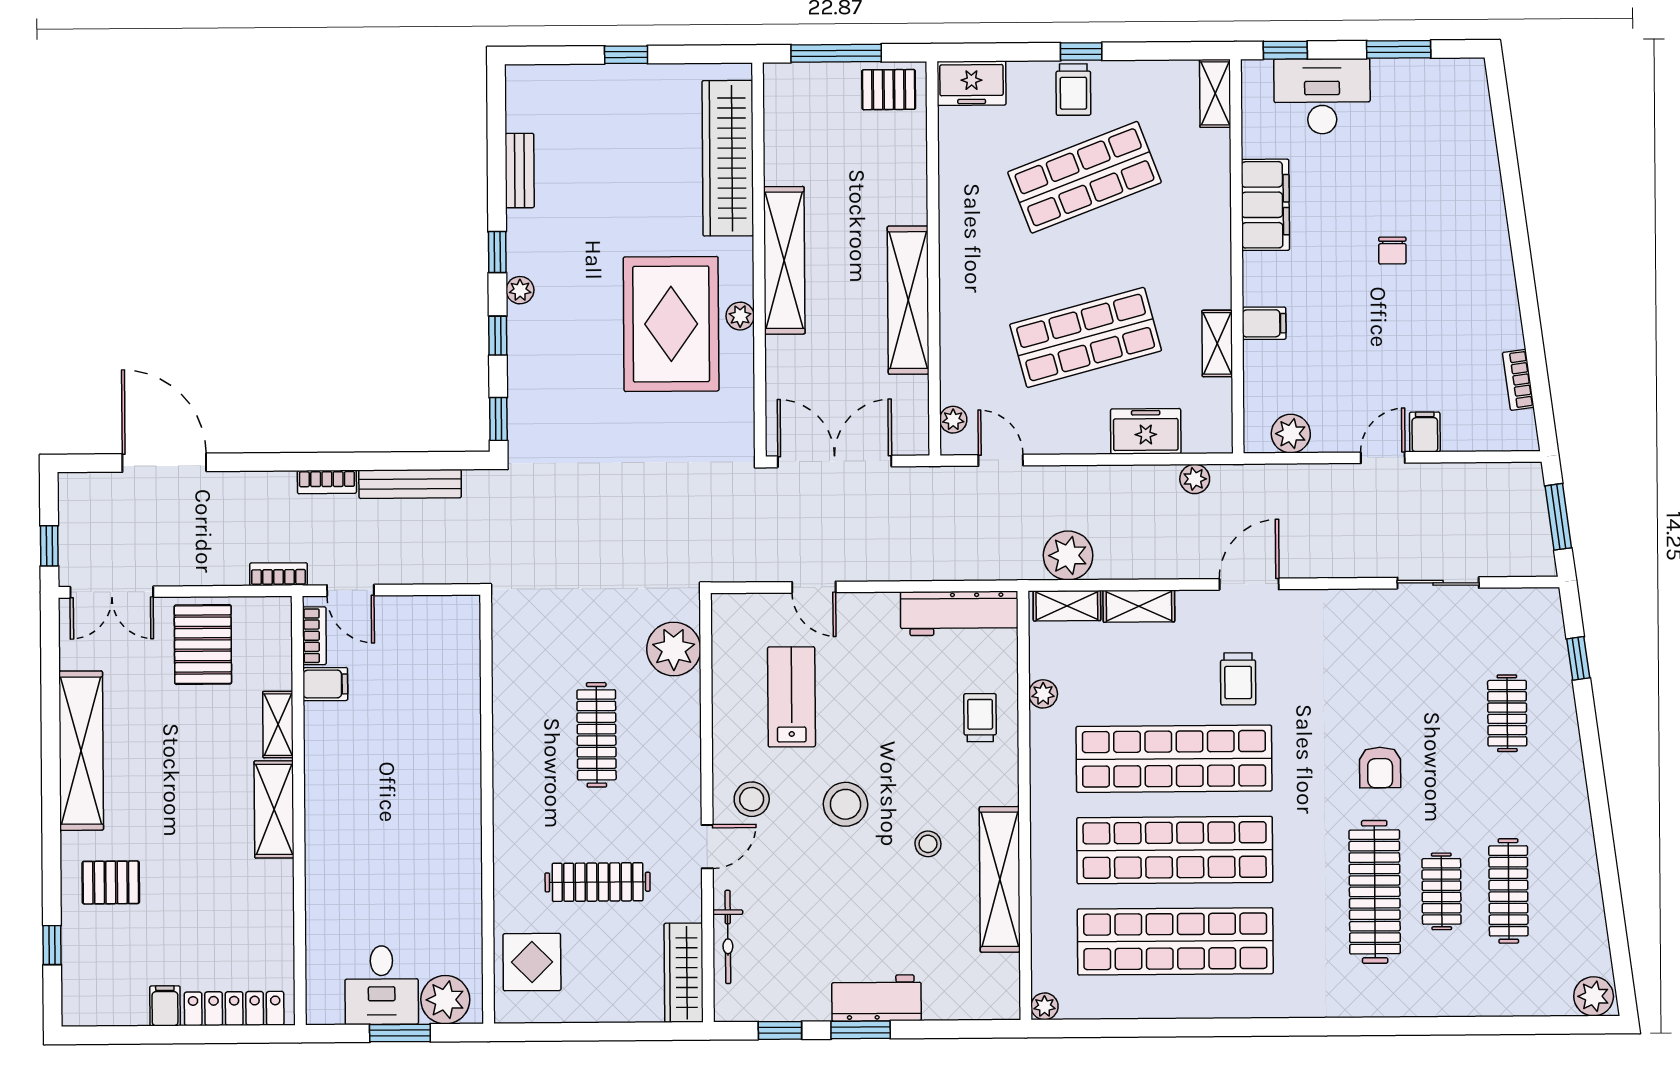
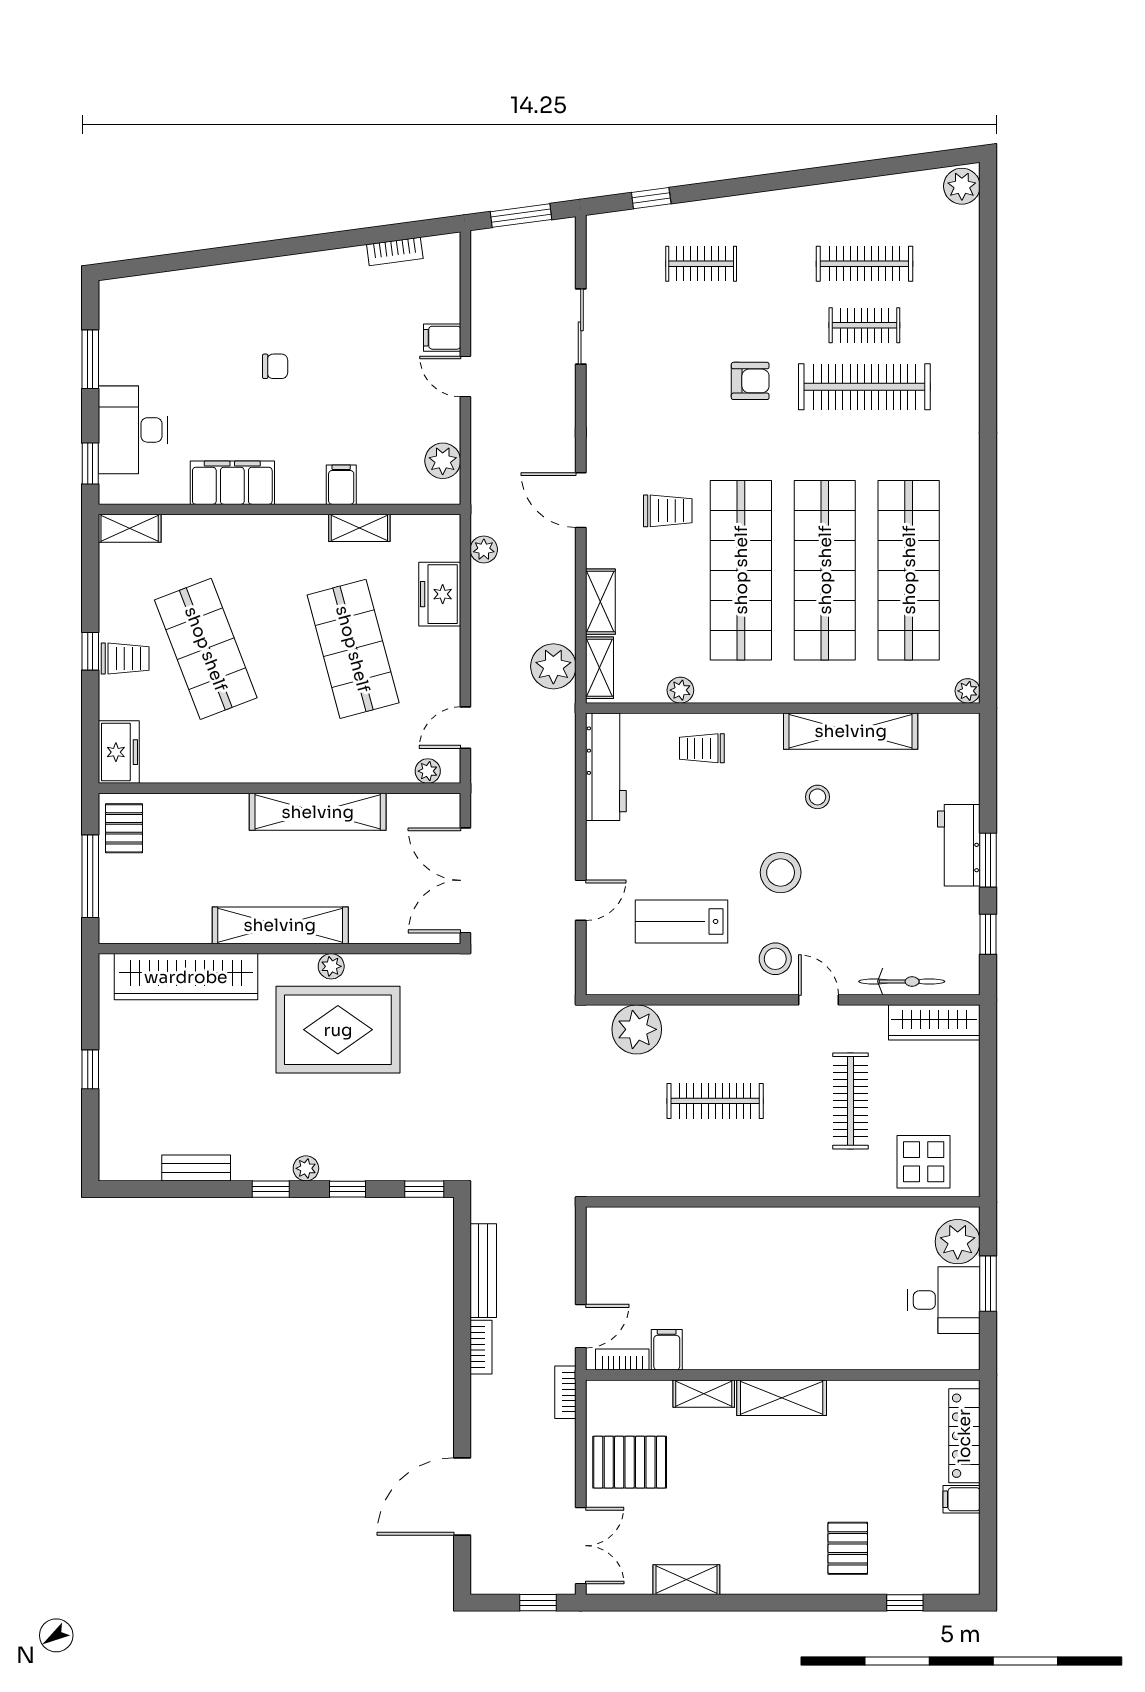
shelving: (81, 751) -> (686, 1580), width x0.45, depth x0.75

